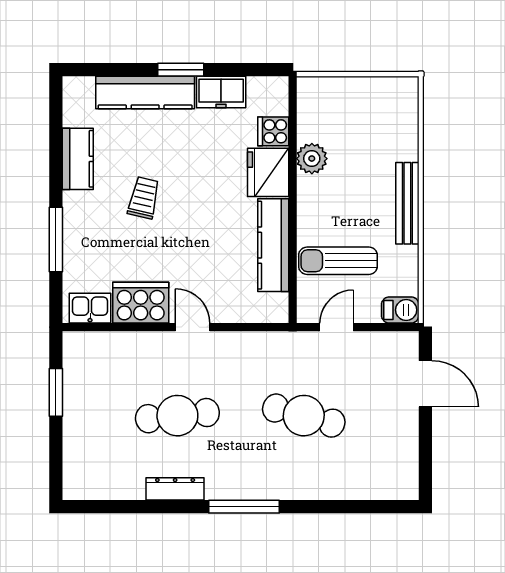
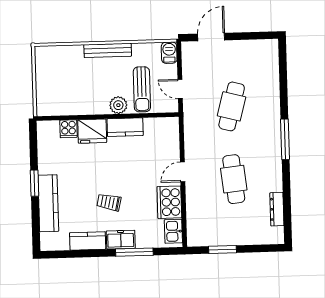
freezer: (221, 92) -> (121, 240), moved, turned -90
plant: (312, 159) -> (118, 105), moved
kitchen counter: (273, 245) -> (125, 127), width x0.67
dresser: (175, 489) -> (277, 209), moved

